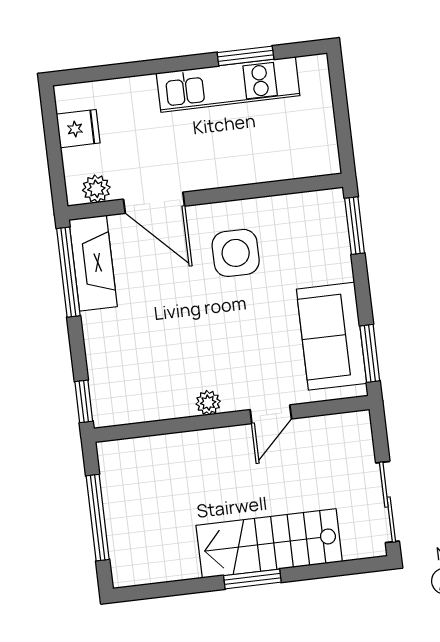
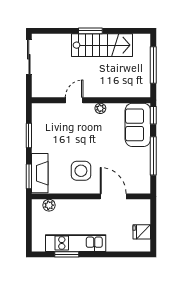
plant: (96, 189) -> (49, 205), moved
fireplace: (93, 263) -> (40, 173), moved, turned 180
window: (68, 272) -> (153, 156), moved
sofa: (332, 336) -> (138, 125), moved, turned 180
window: (370, 353) -> (29, 135), moved
stairs: (269, 543) -> (102, 45), moved

